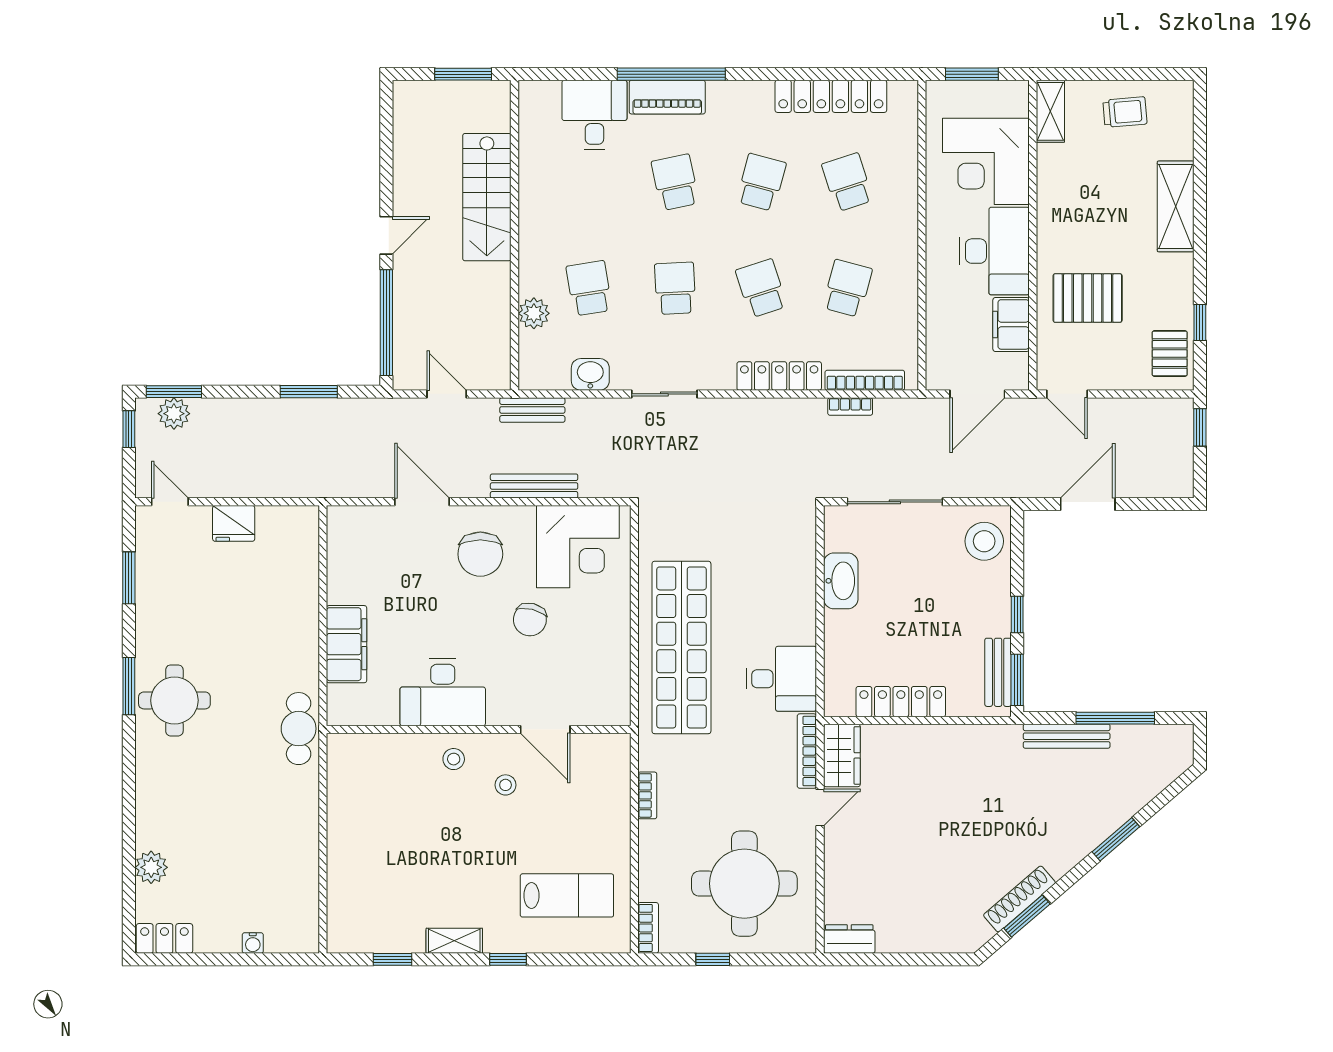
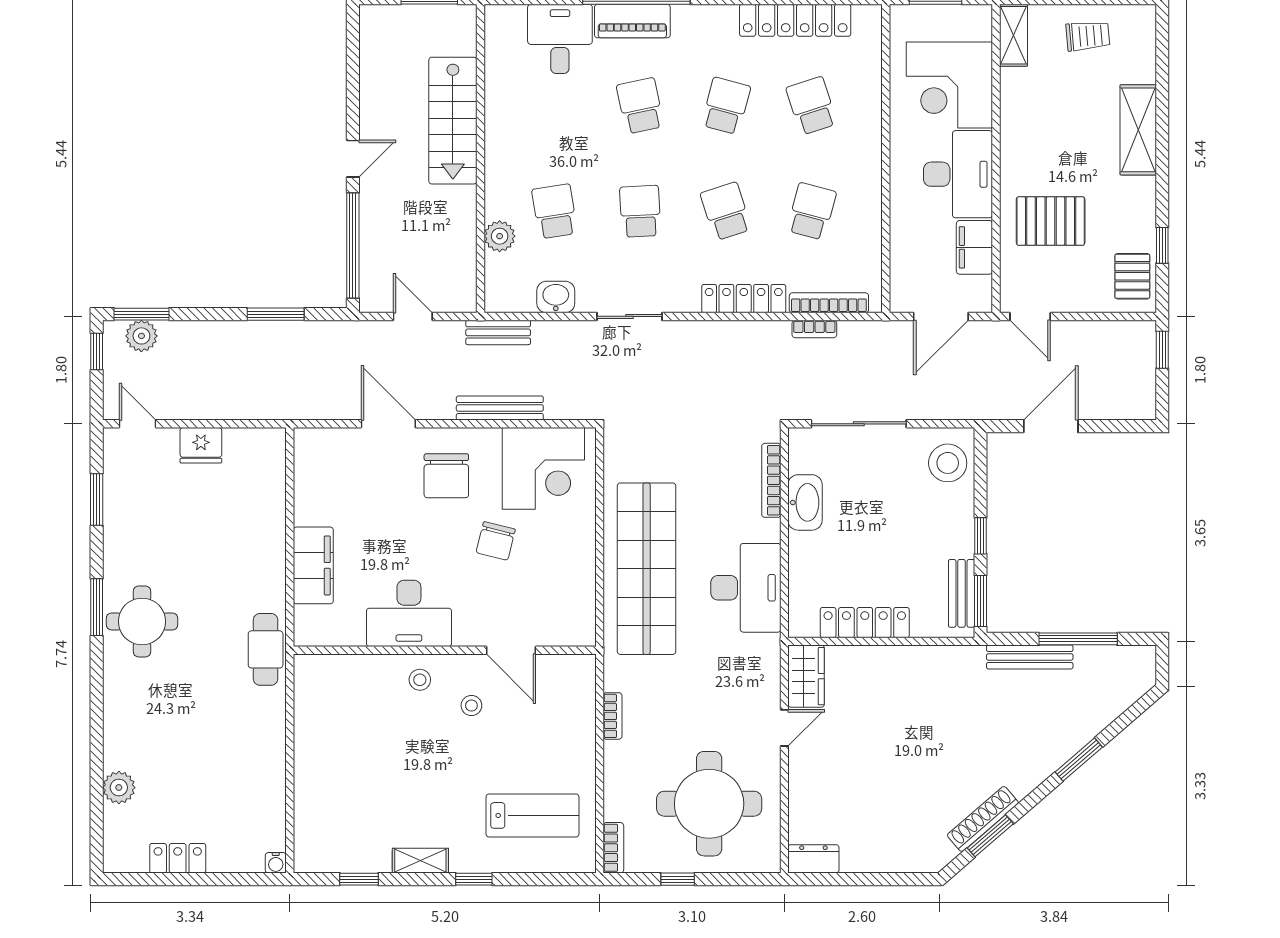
desk: (781, 679) -> (746, 588), width x1.37
bookcase: (807, 751) -> (771, 480), moved
locker: (164, 938) -> (178, 858), moved
water cooler: (253, 943) -> (276, 863), moved

